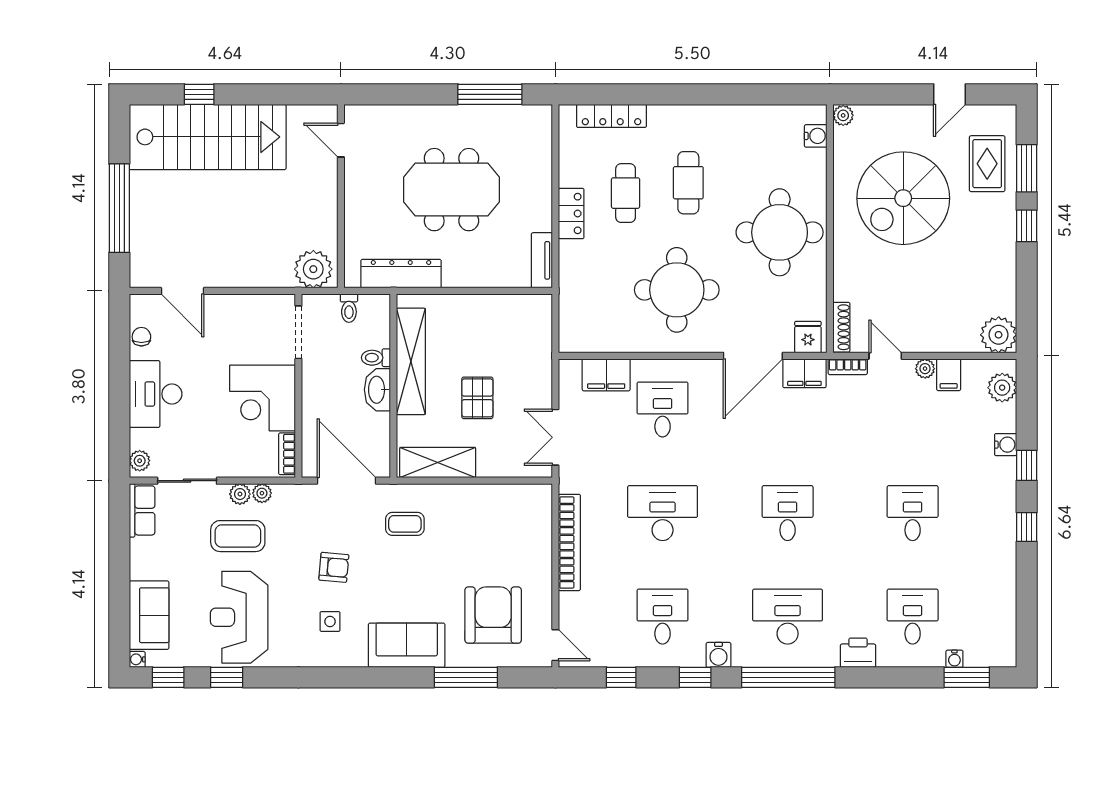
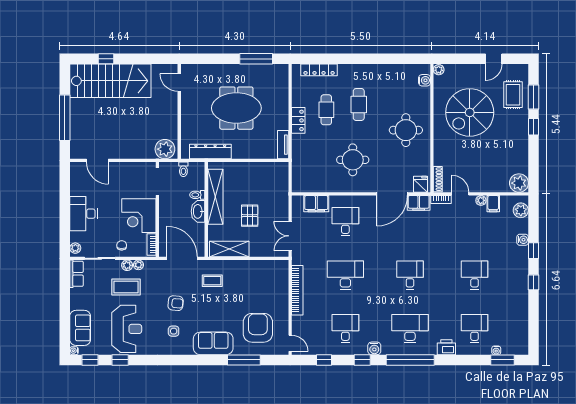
round table: (780, 232) -> (406, 130), width x0.73, depth x0.73
round table: (677, 290) -> (353, 160), width x0.73, depth x0.73
chair: (141, 337) -> (122, 245), moved
reception desk: (239, 617) -> (127, 329), turned 180

